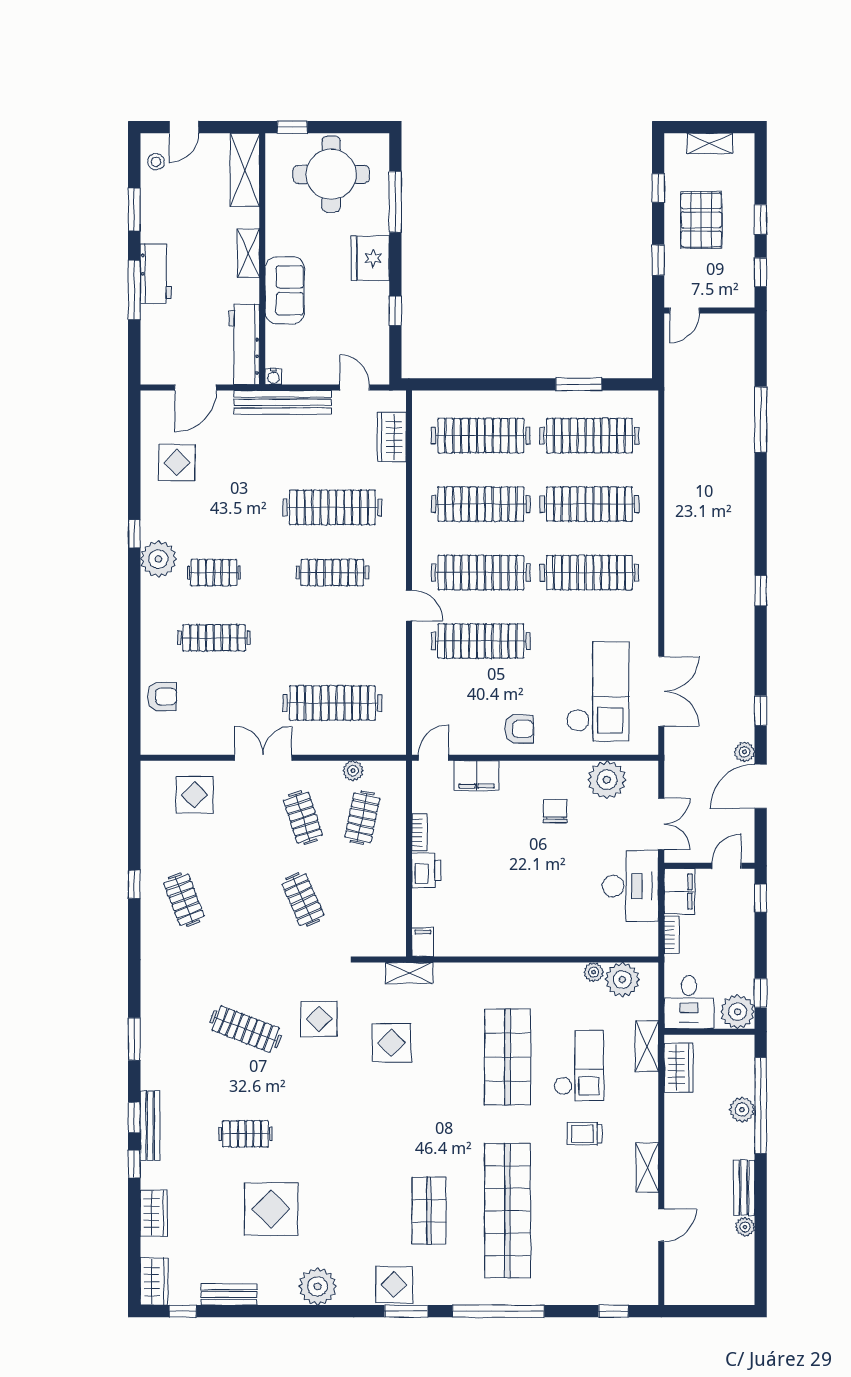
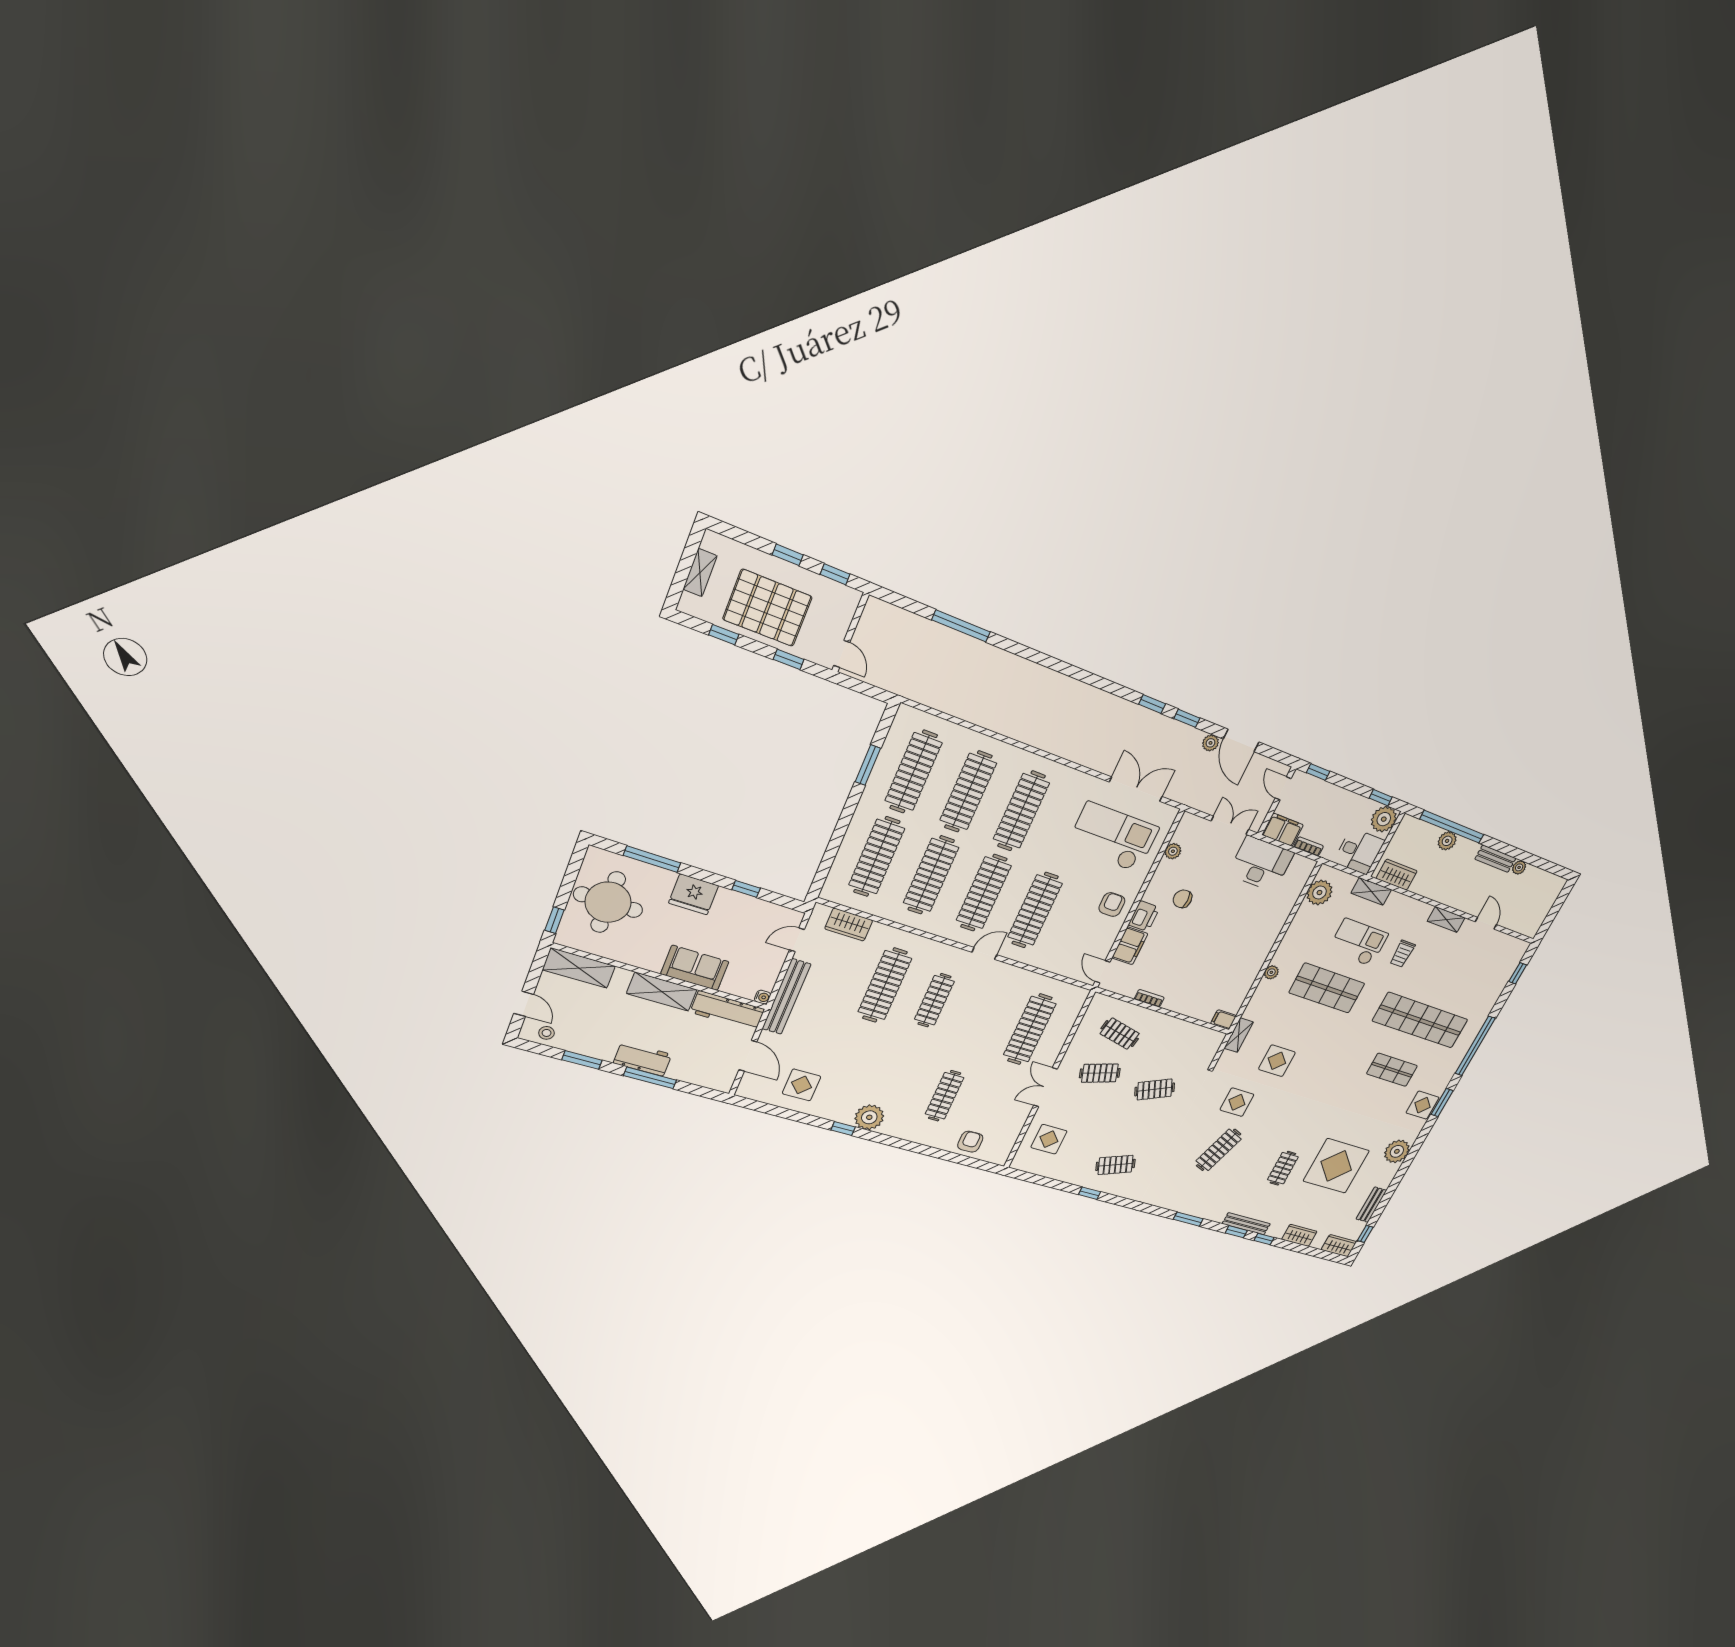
pallet: (701, 220) -> (767, 608), width x1.37, depth x1.41
shelving: (248, 253) -> (662, 992), width x1.50, depth x1.33
clothes rail: (214, 573) -> (897, 1082), removed
window: (761, 591) -> (1152, 704), moved
plant: (353, 771) -> (1084, 1030), removed
plant: (607, 780) -> (1173, 851), width x0.53, depth x0.53
printer: (426, 870) -> (1144, 916), moved, turned 90
plant: (594, 972) -> (1271, 972), moved
display table: (271, 1209) -> (1336, 1166), width x1.36, depth x1.36

